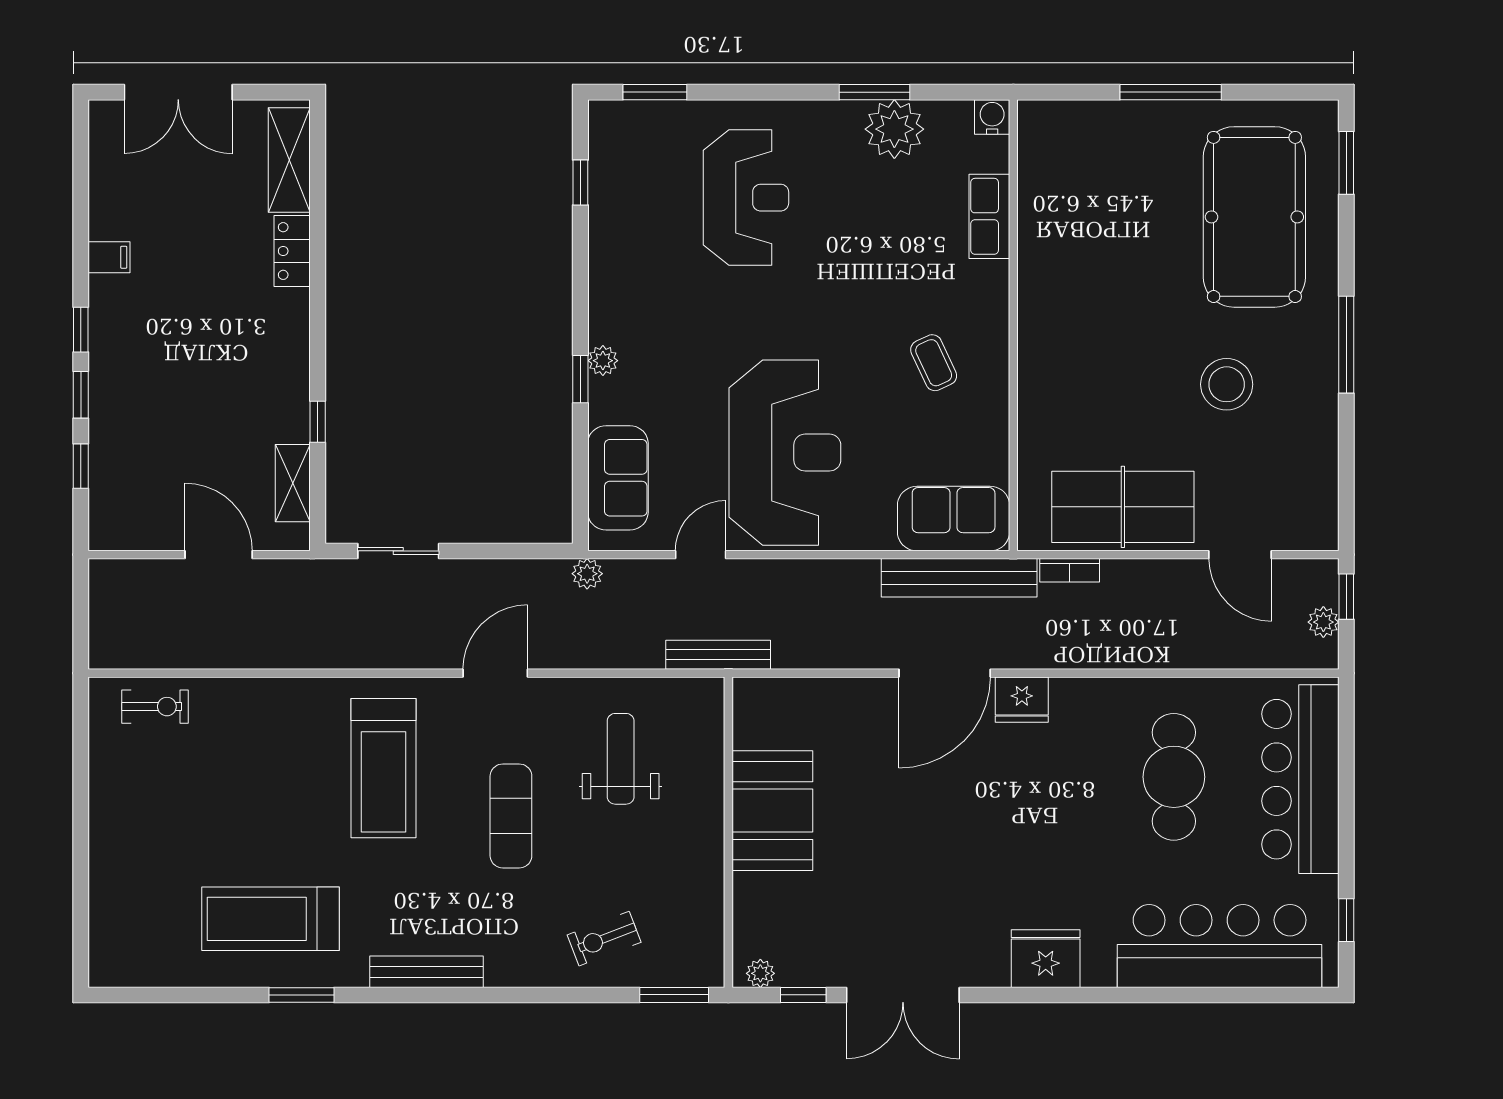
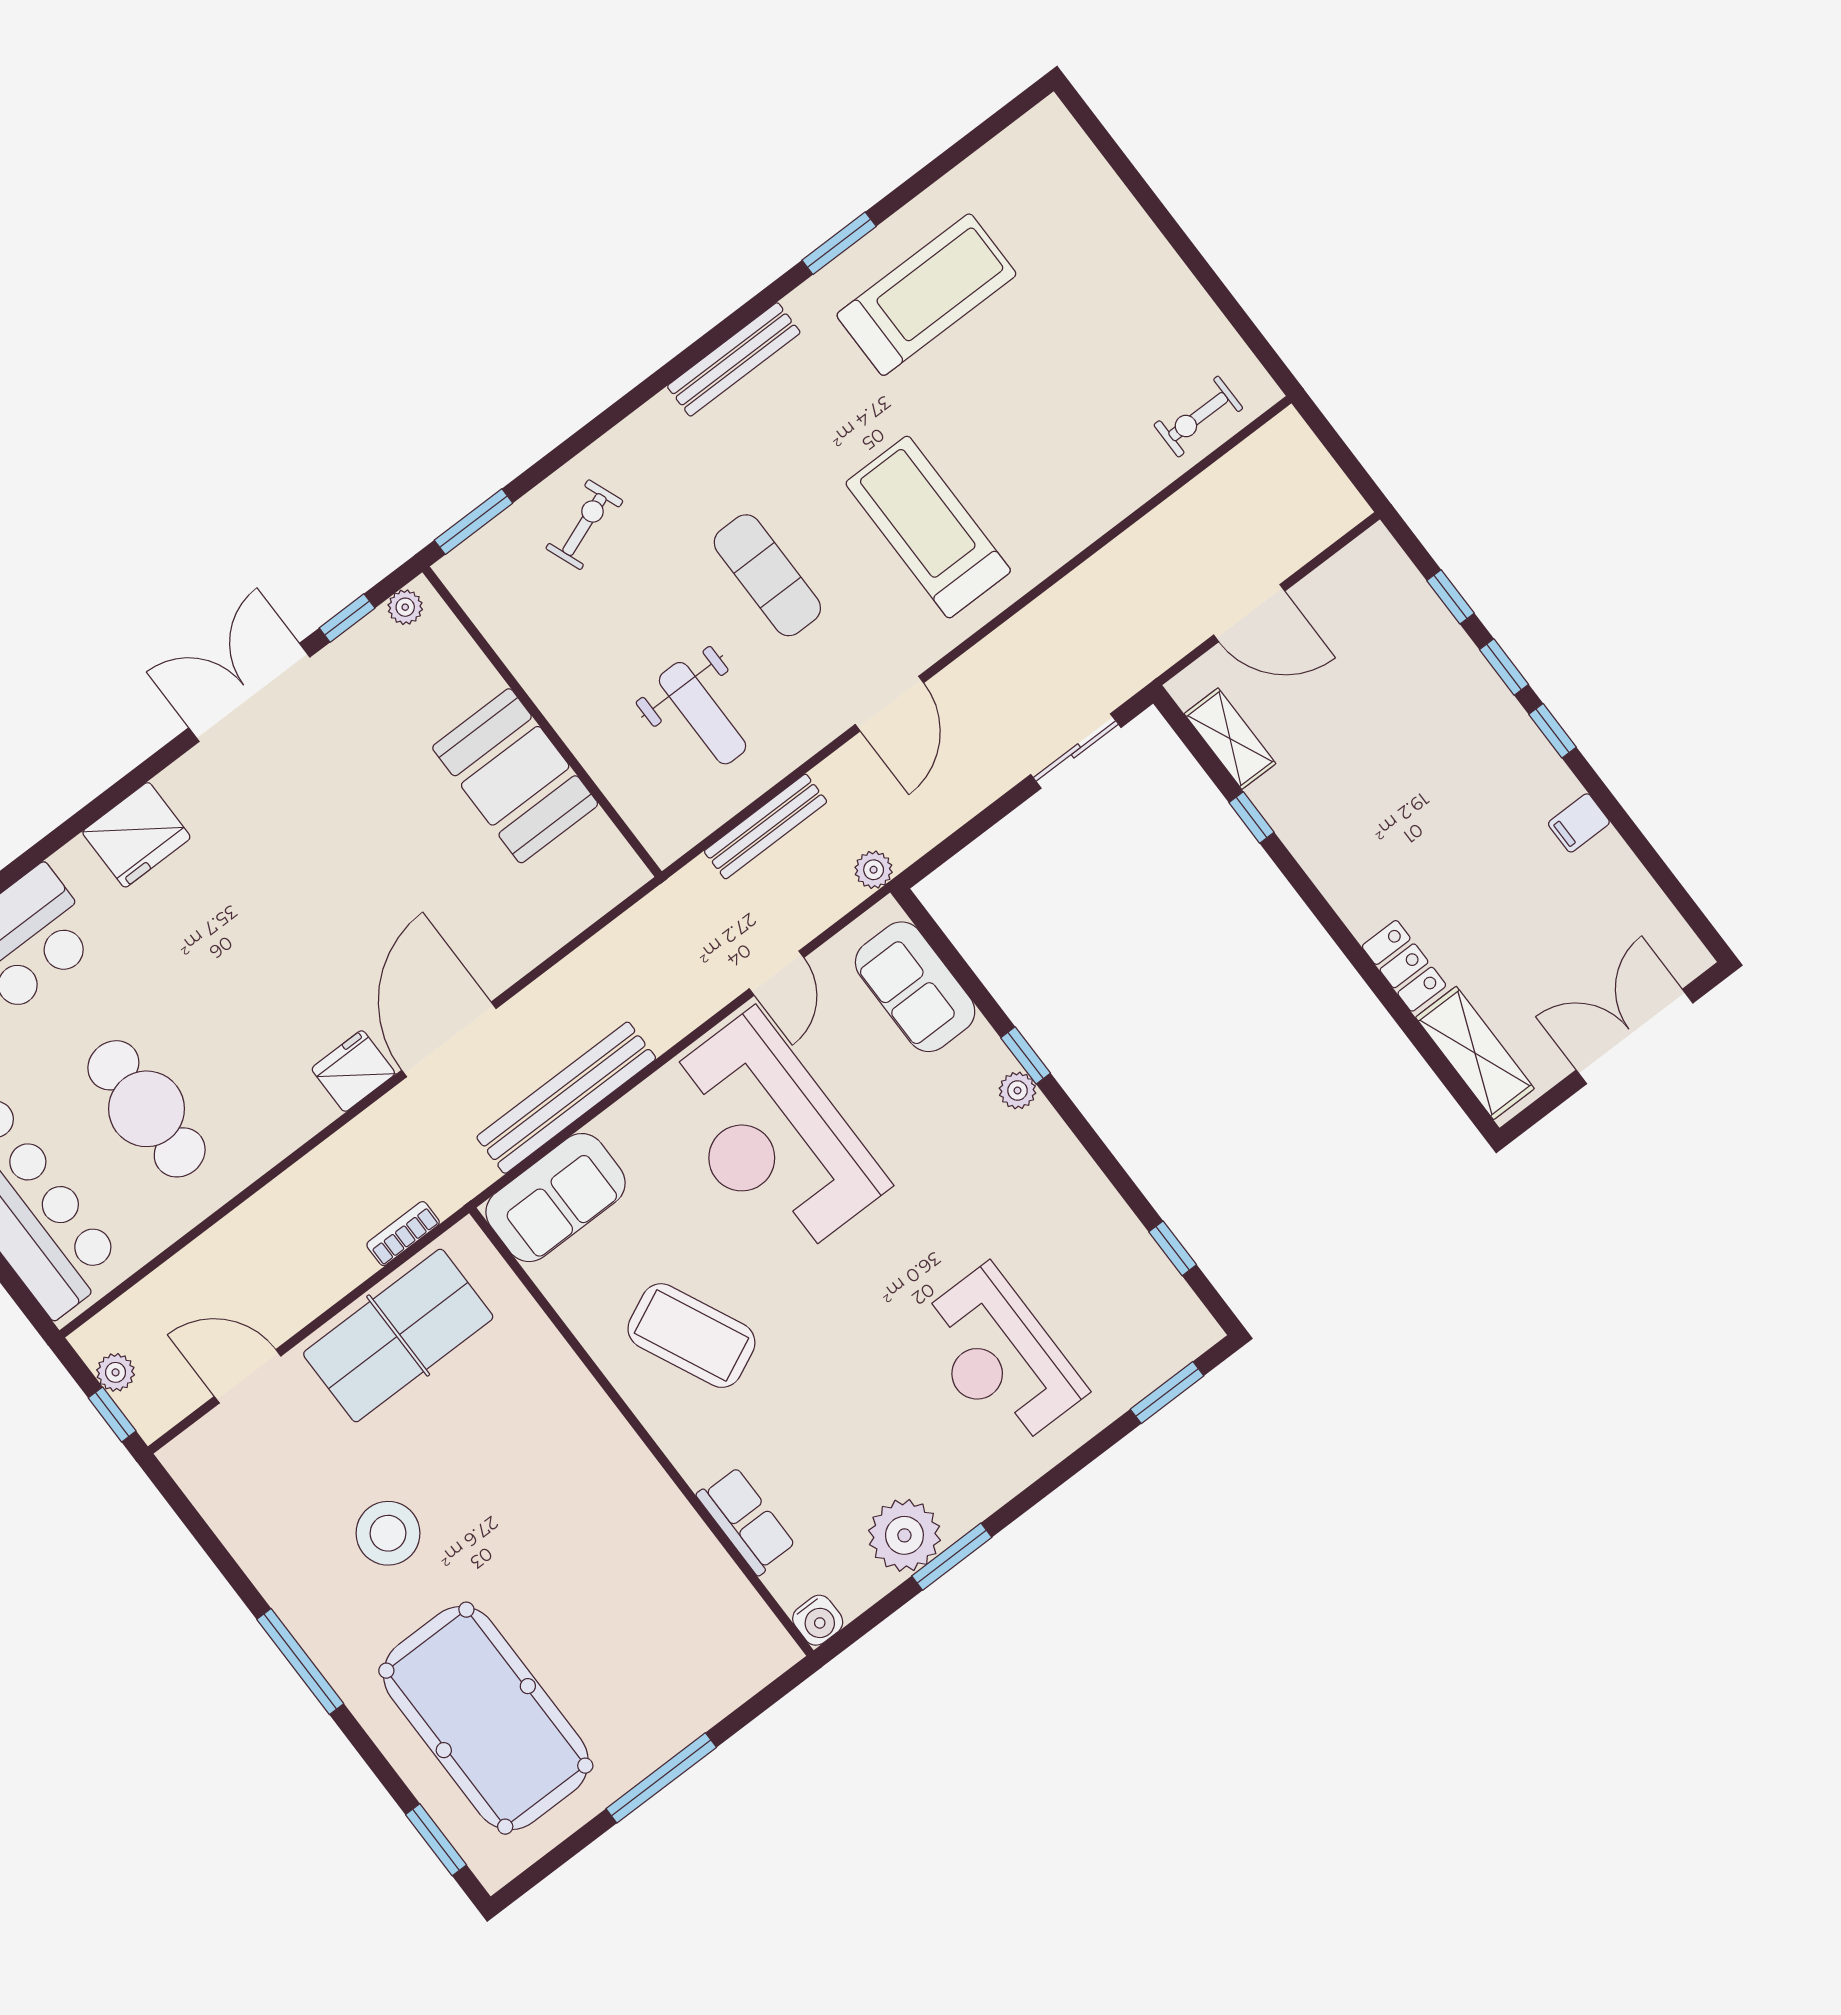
coffee table: (934, 363) -> (691, 1336), width x1.86, depth x1.72
bench: (959, 578) -> (566, 1098), moved
bench: (718, 655) -> (766, 826), moved

